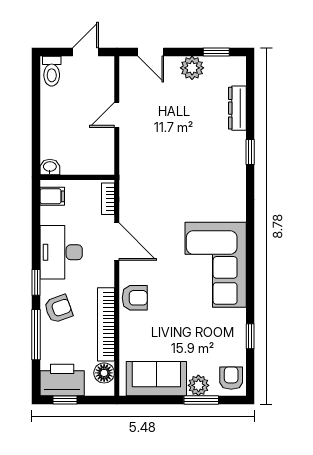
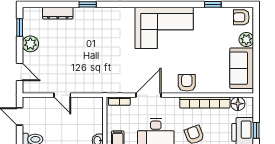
door: (151, 52) -> (20, 72), hinge flipped
window: (201, 400) -> (256, 38), removed

